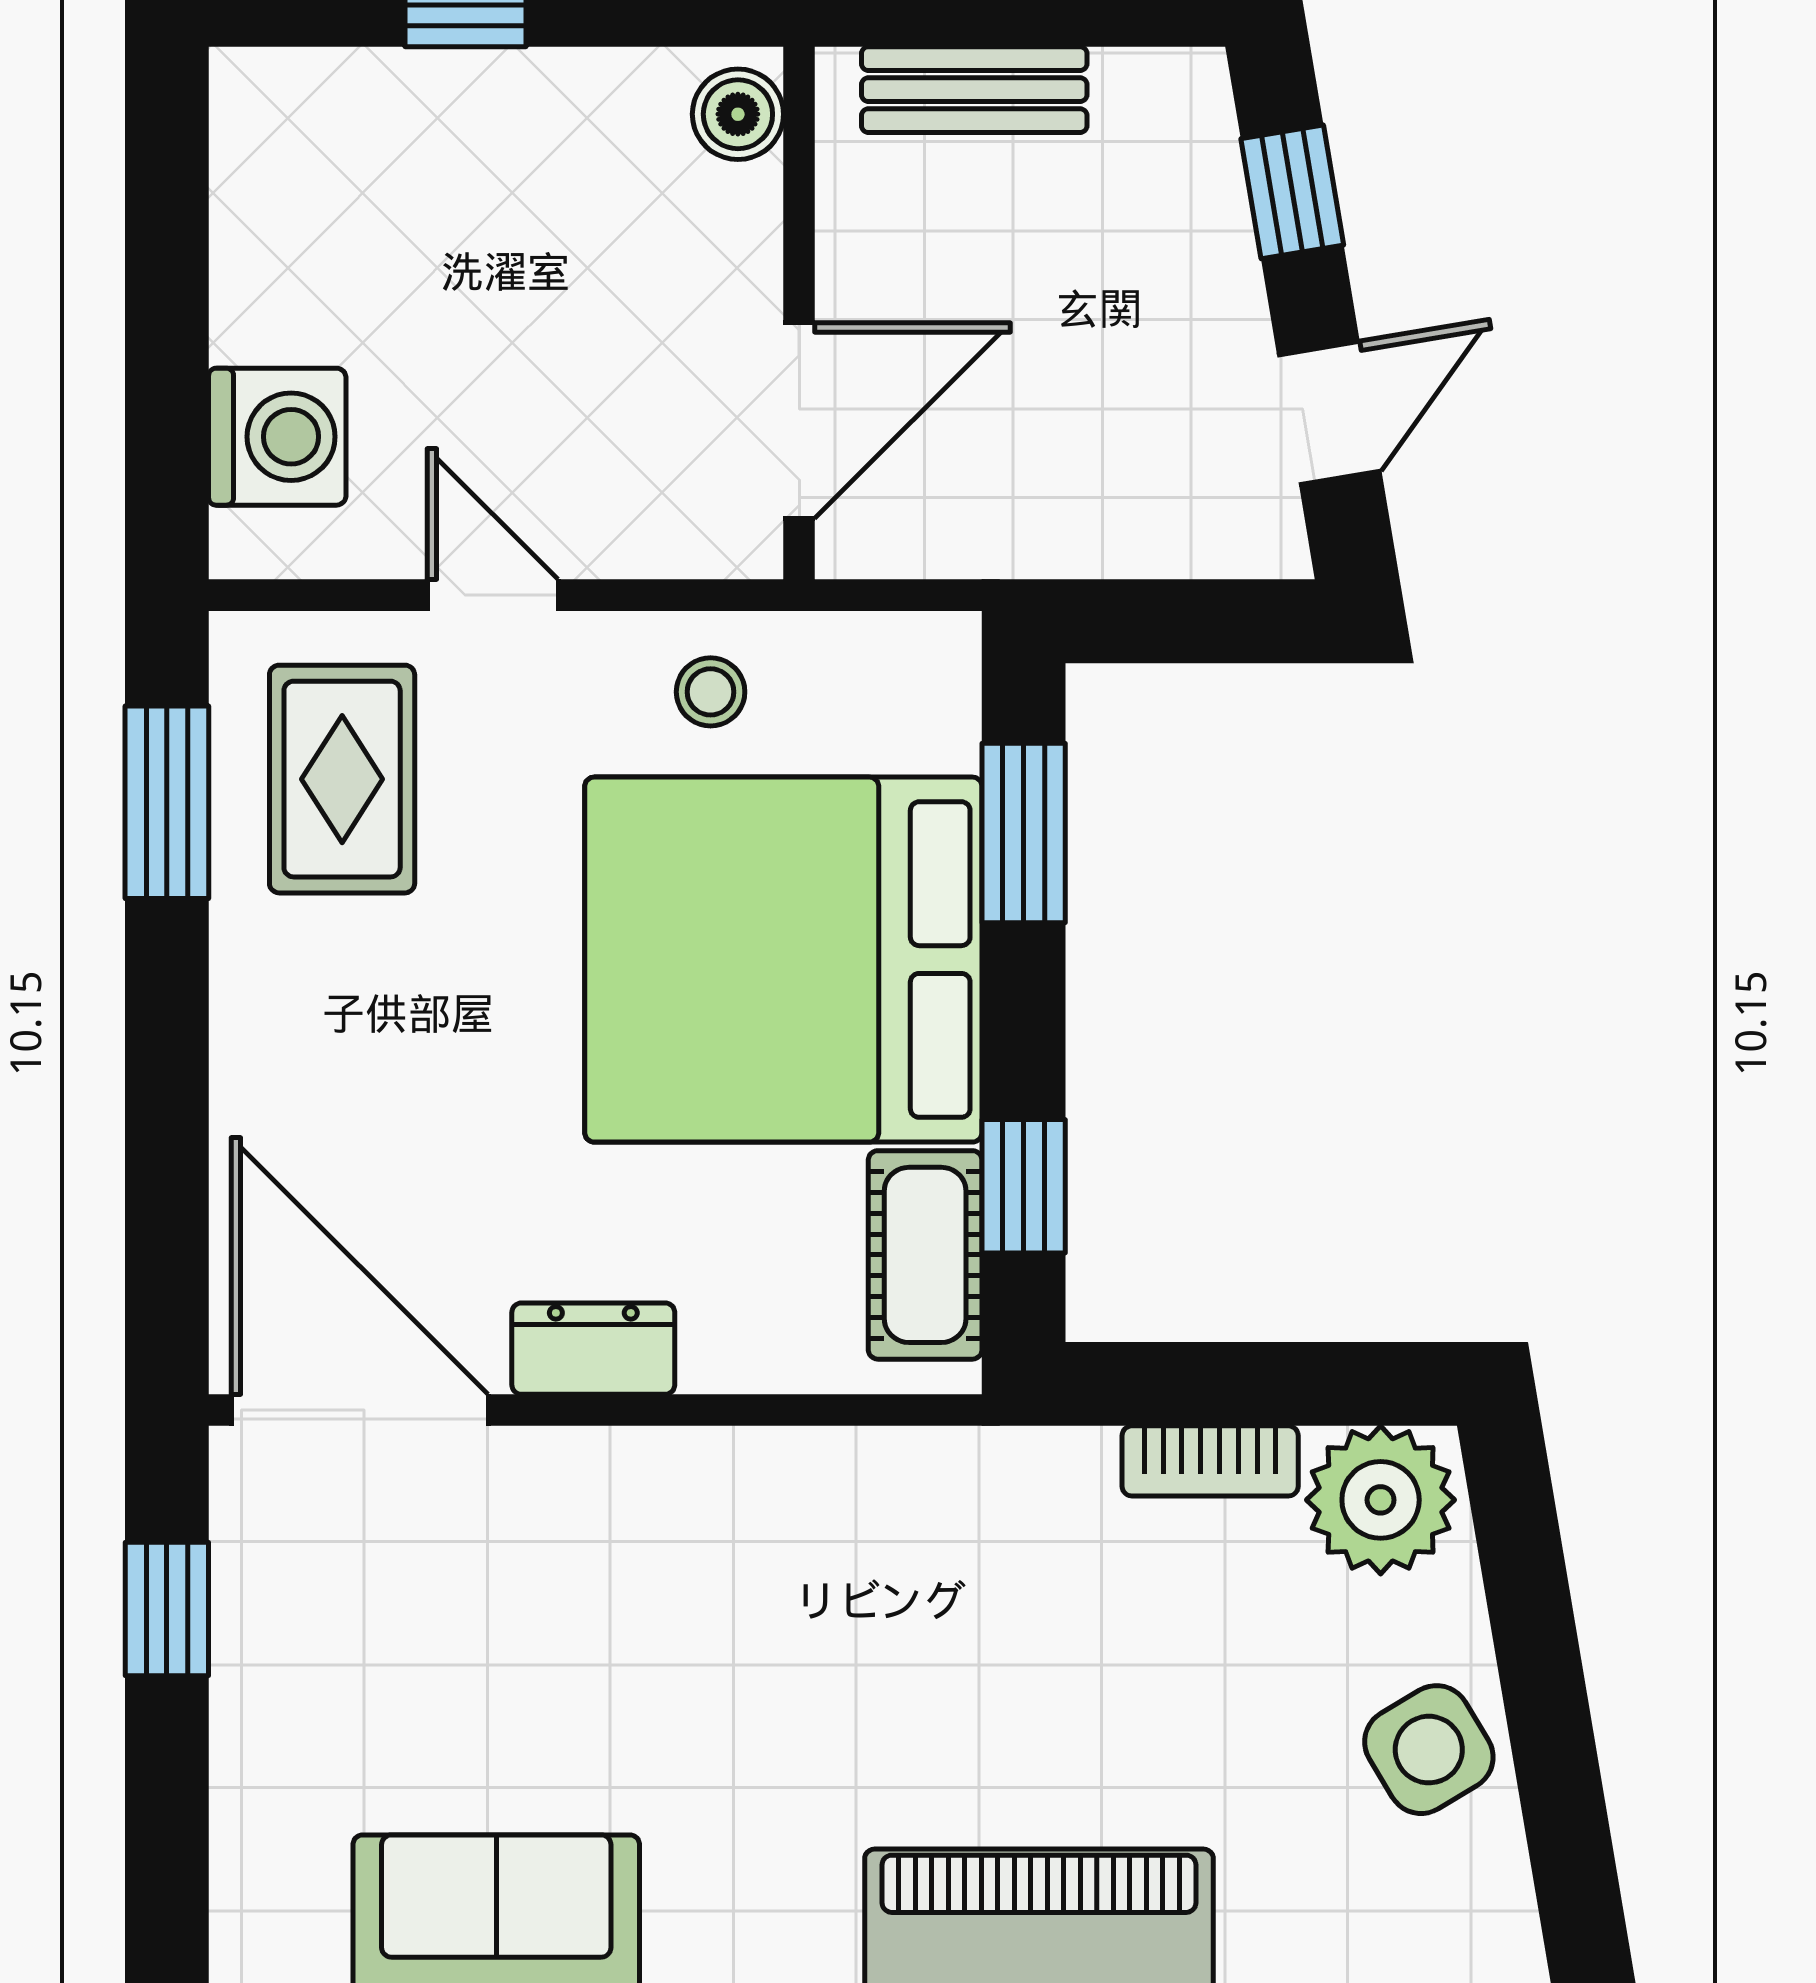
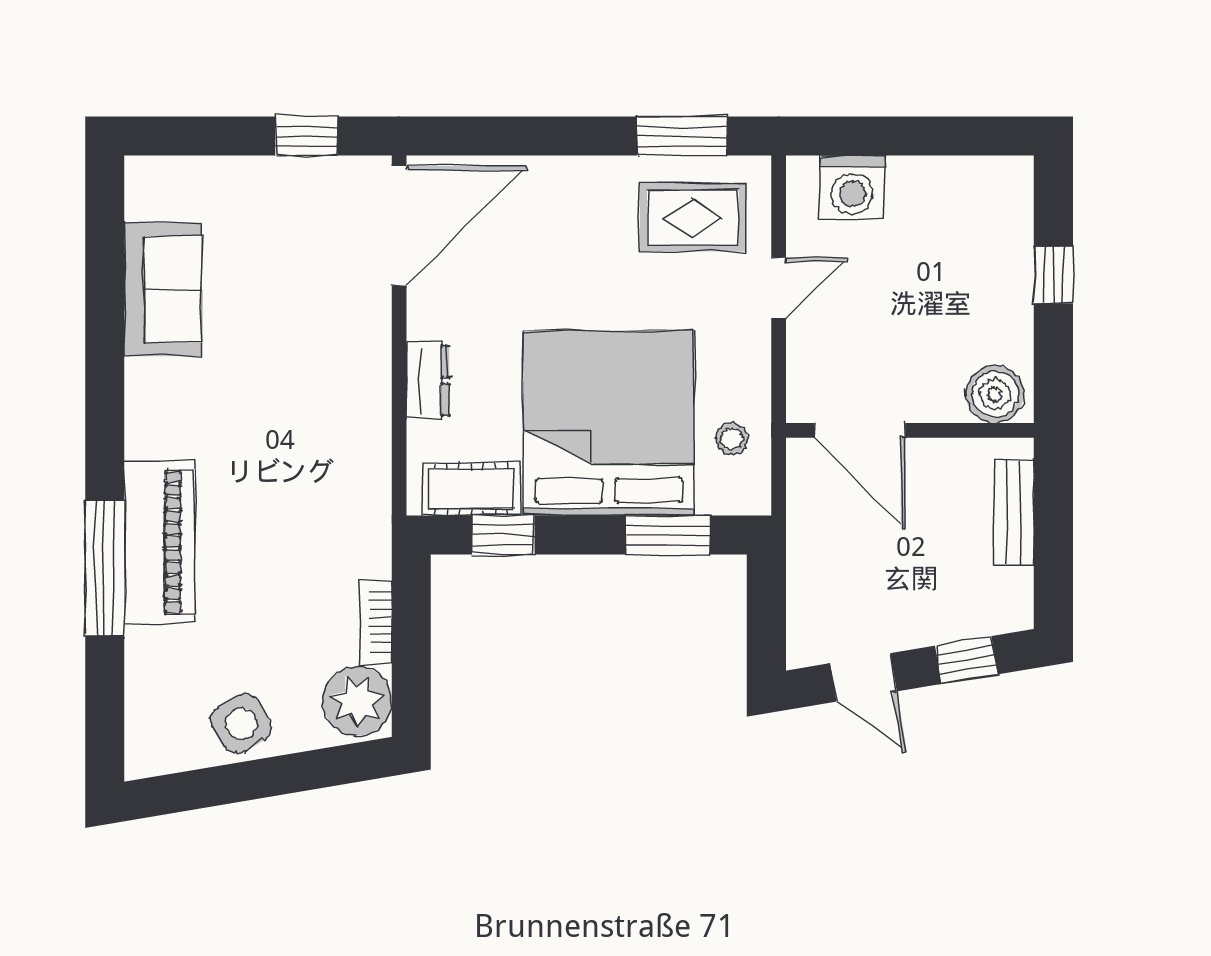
boiler: (738, 114) -> (995, 394), width x1.36, depth x1.36
stool: (711, 692) -> (732, 439), moved
dresser: (593, 1349) -> (428, 381), moved

